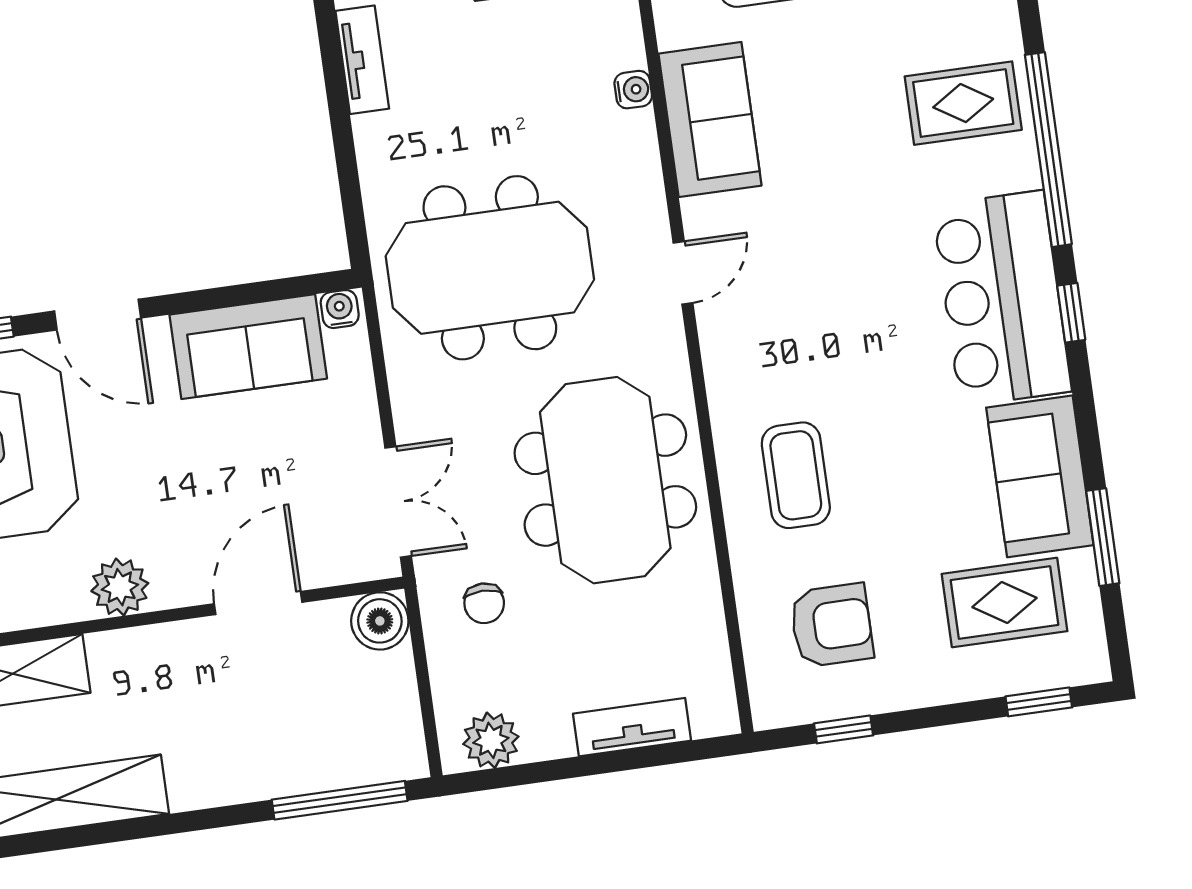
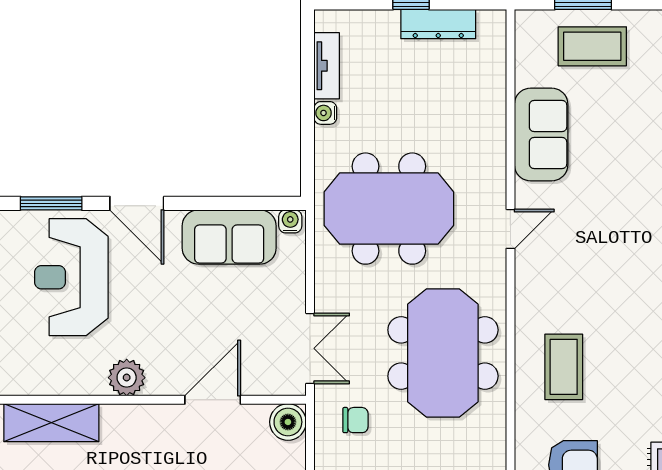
water cooler: (633, 90) -> (325, 113), moved, turned 180
chair: (484, 603) -> (355, 420), turned -90

